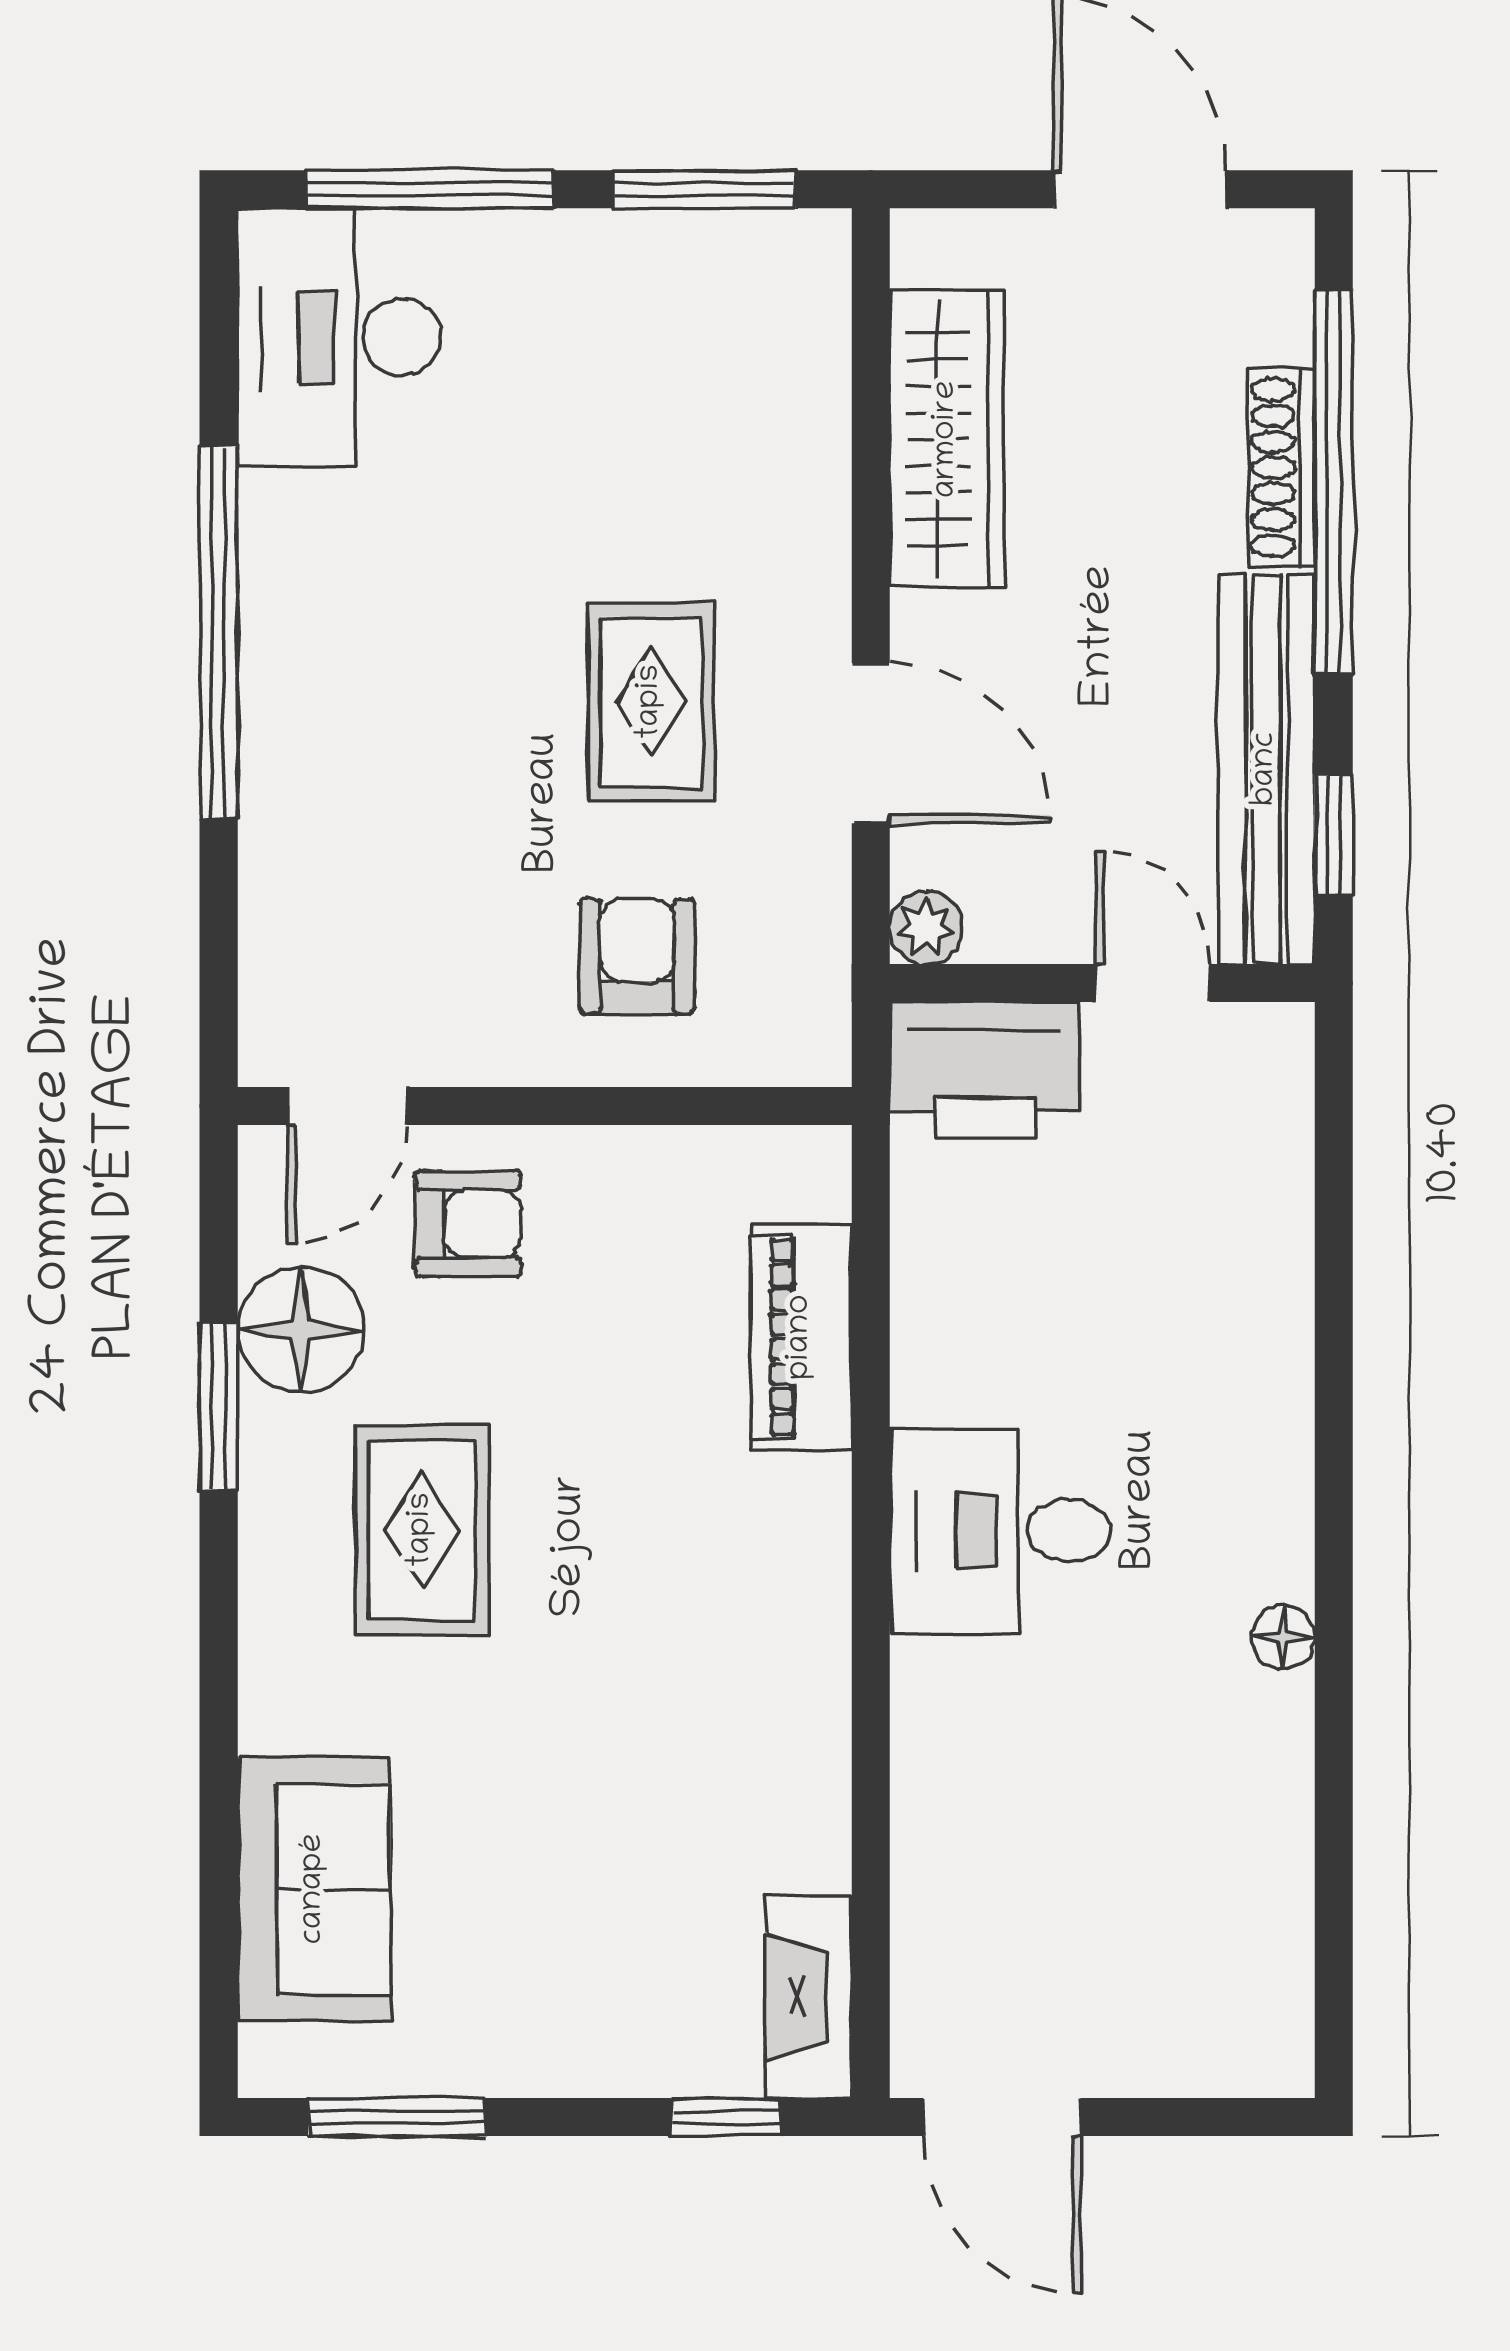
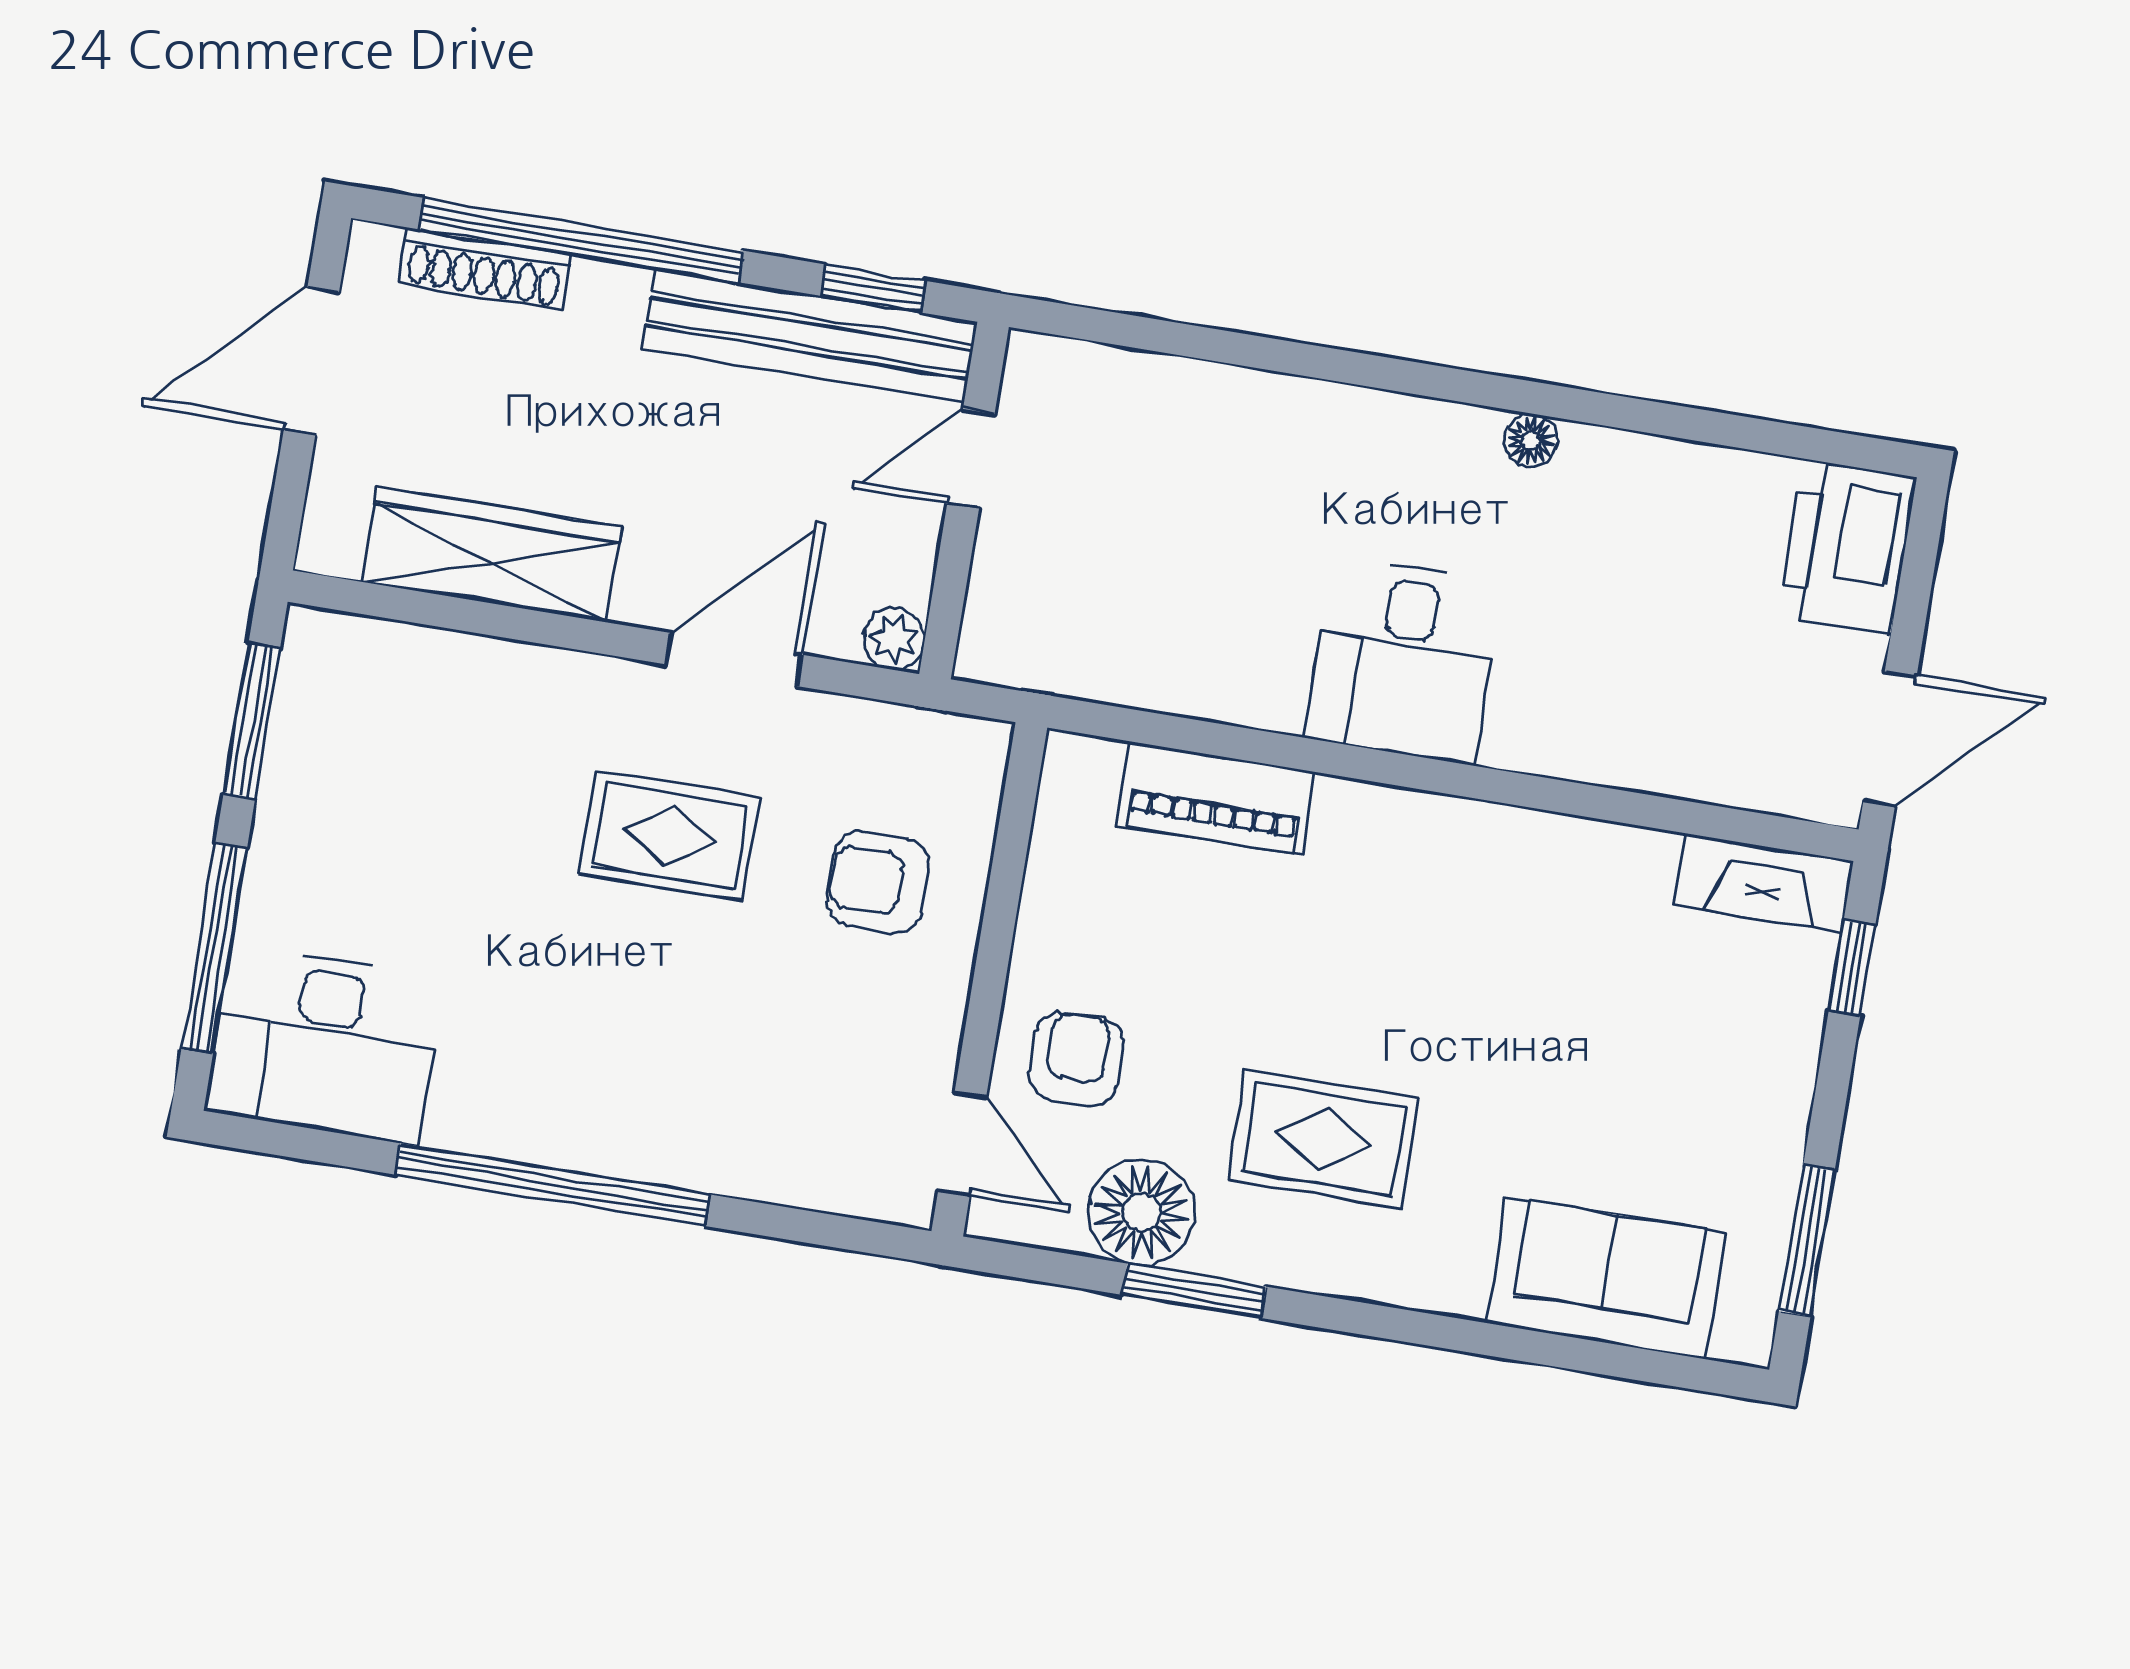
shoe rack: (1281, 468) -> (485, 269), moved
printer: (985, 1070) -> (1847, 547), moved, turned 180

